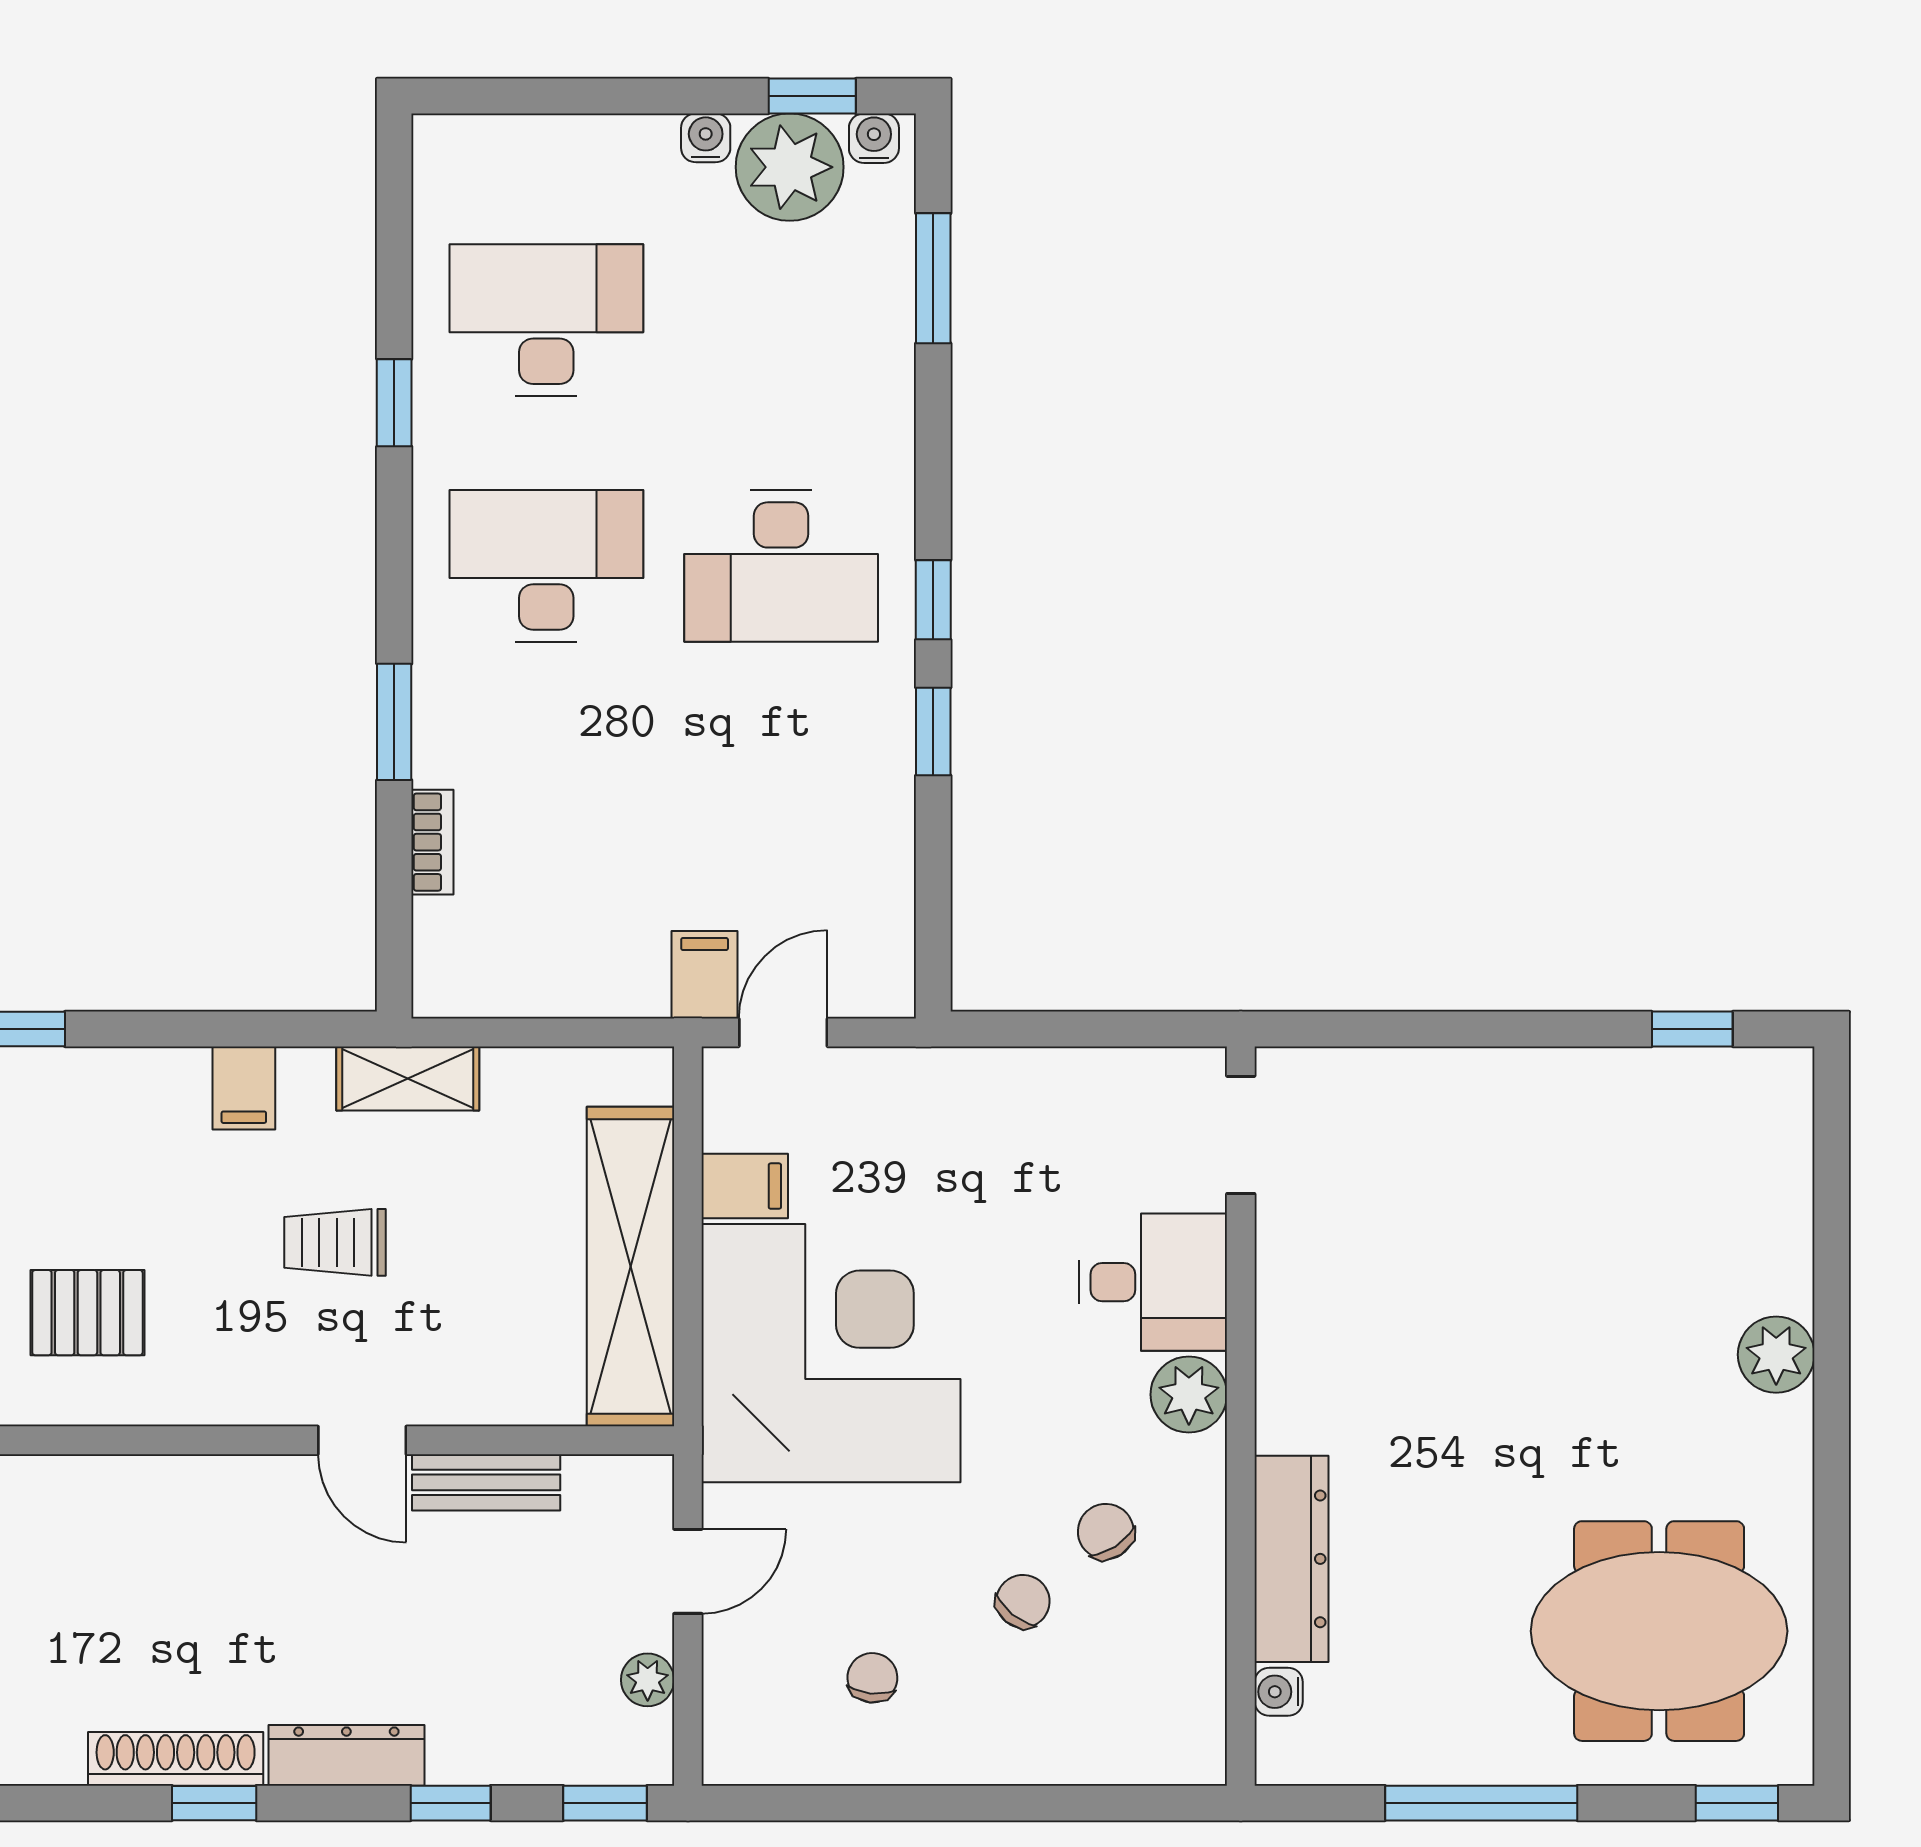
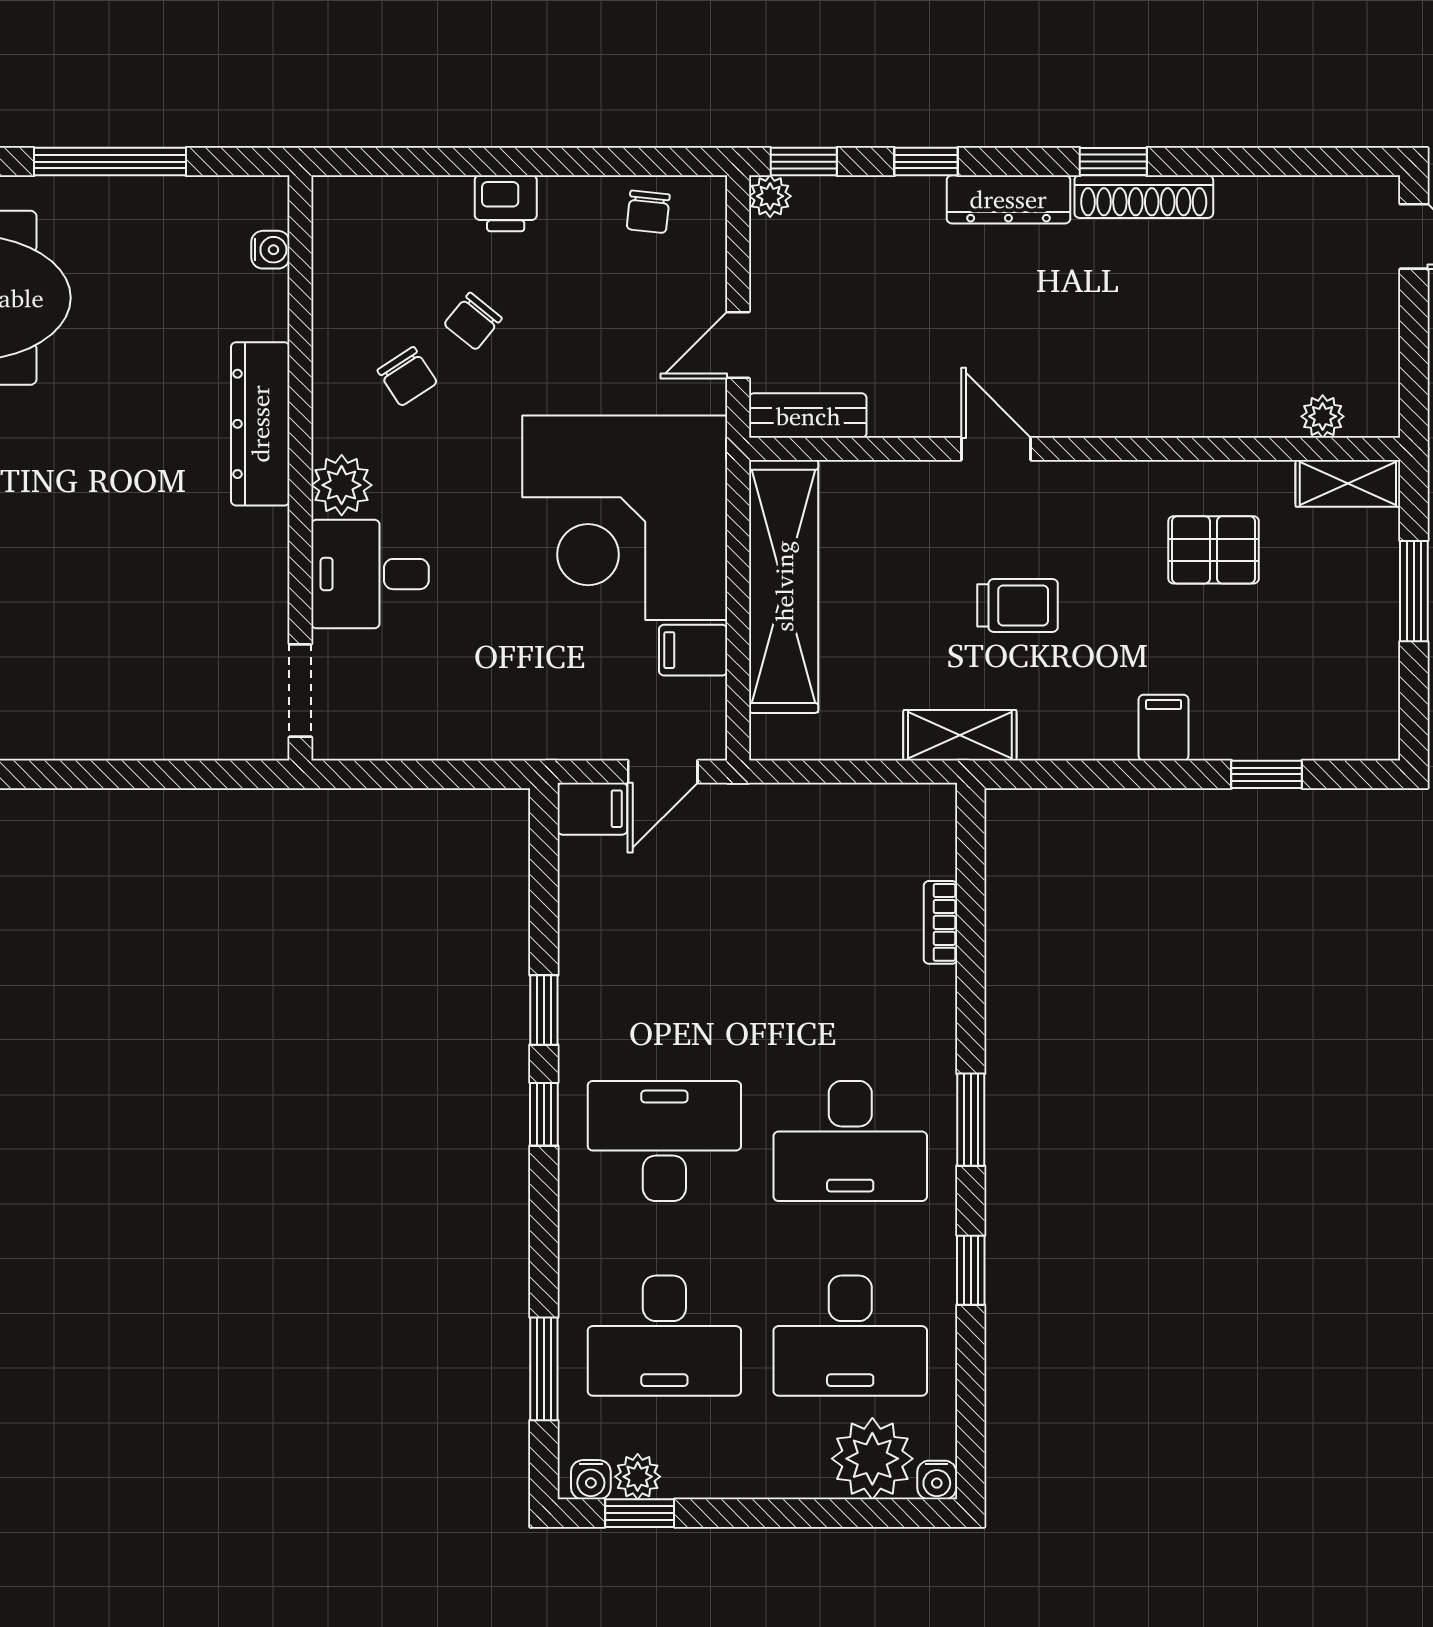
water cooler: (706, 138) -> (937, 1480), moved
plant: (518, 165) -> (872, 1459), added
plant: (790, 167) -> (638, 1477), width x0.53, depth x0.53
desk: (781, 320) -> (664, 1336), added
window: (394, 722) -> (971, 1120), moved
filing cabinet: (705, 975) -> (592, 809), moved, turned -90
filing cabinet: (244, 1088) -> (1164, 728), moved
bench: (486, 1482) -> (808, 416), moved
dresser: (1291, 1559) -> (260, 424), moved
chair: (872, 1678) -> (648, 212), moved
plant: (648, 1680) -> (770, 196), moved
printer: (981, 1750) -> (506, 203), added

